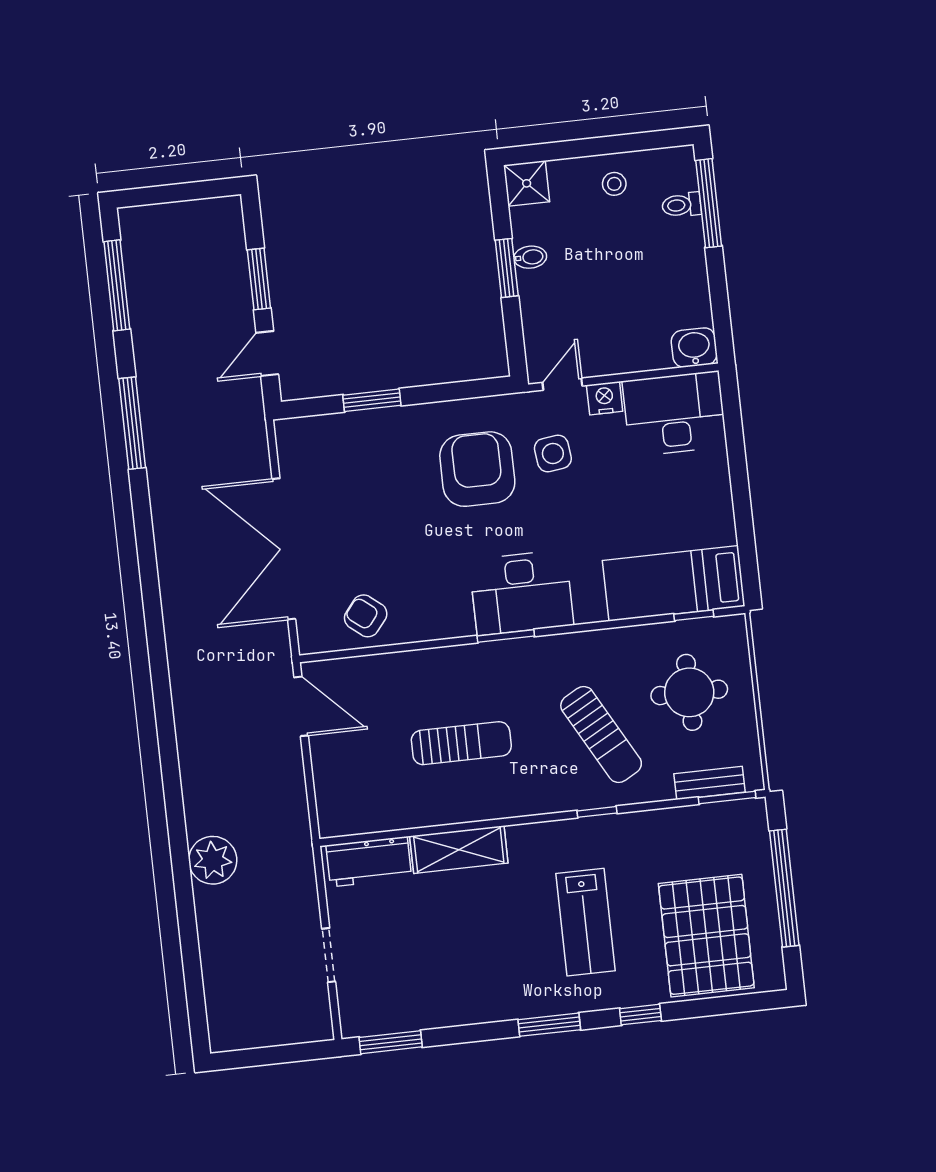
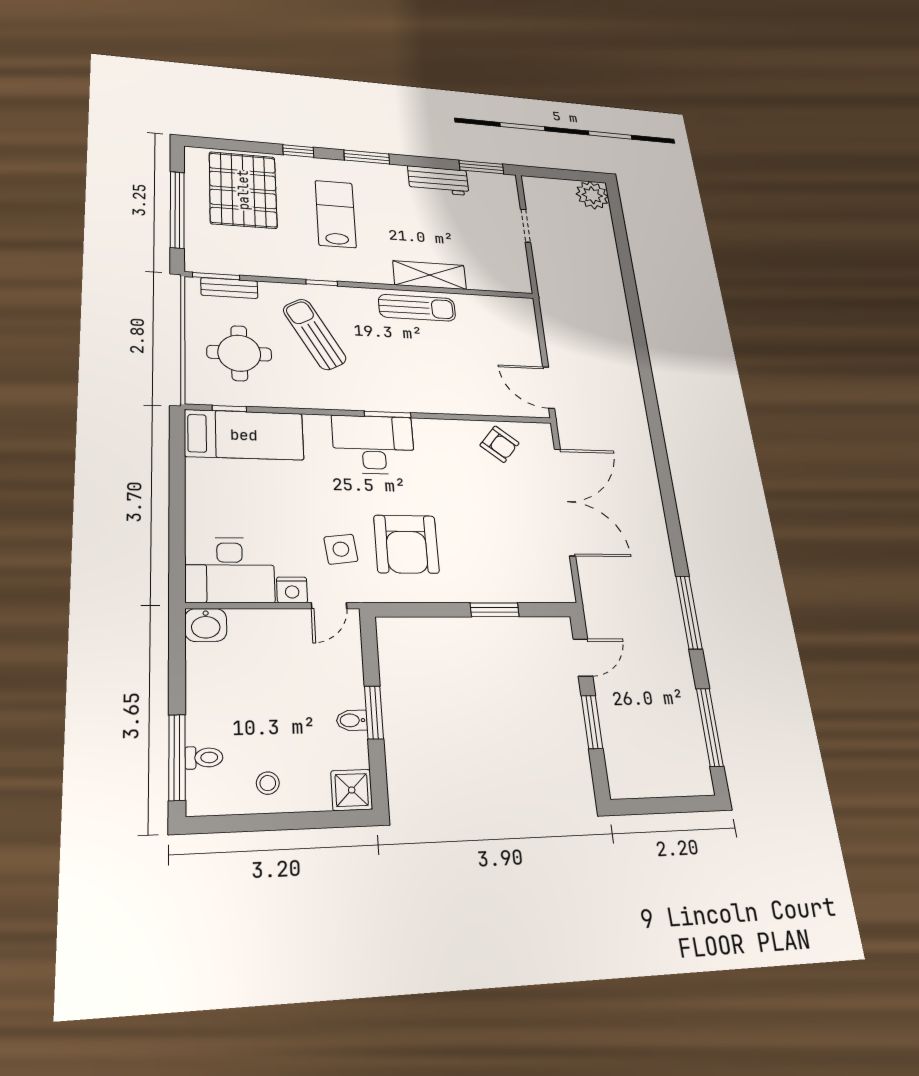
sun lounger: (461, 743) -> (417, 308), moved, turned 180
plant: (213, 860) -> (592, 195), moved
workbench: (369, 862) -> (438, 181), moved, turned 180

